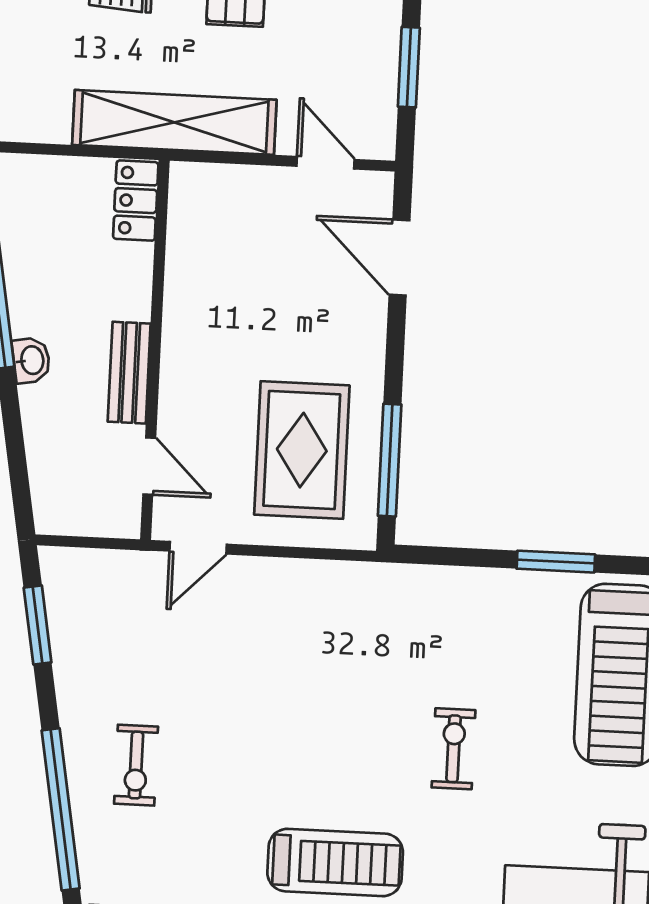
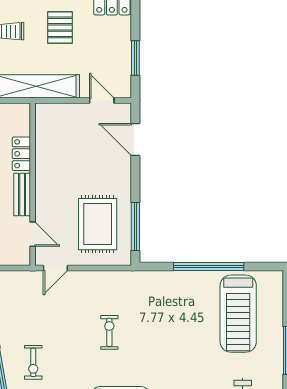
locker: (136, 201) -> (21, 154), moved
window: (556, 562) -> (209, 266), width x2.11
exercise bike: (454, 749) -> (109, 332), moved

